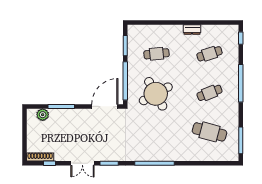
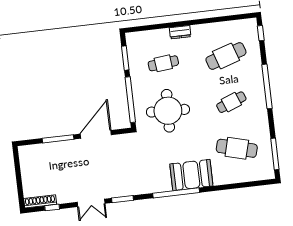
dresser: (192, 29) -> (180, 32), moved
cafe table: (210, 54) -> (226, 56), width x1.37, depth x1.35
round table: (156, 94) -> (168, 111), turned 31
door: (105, 106) -> (96, 134), moved
plant: (43, 115) -> (37, 151), removed
booth: (169, 150) -> (191, 175), added

